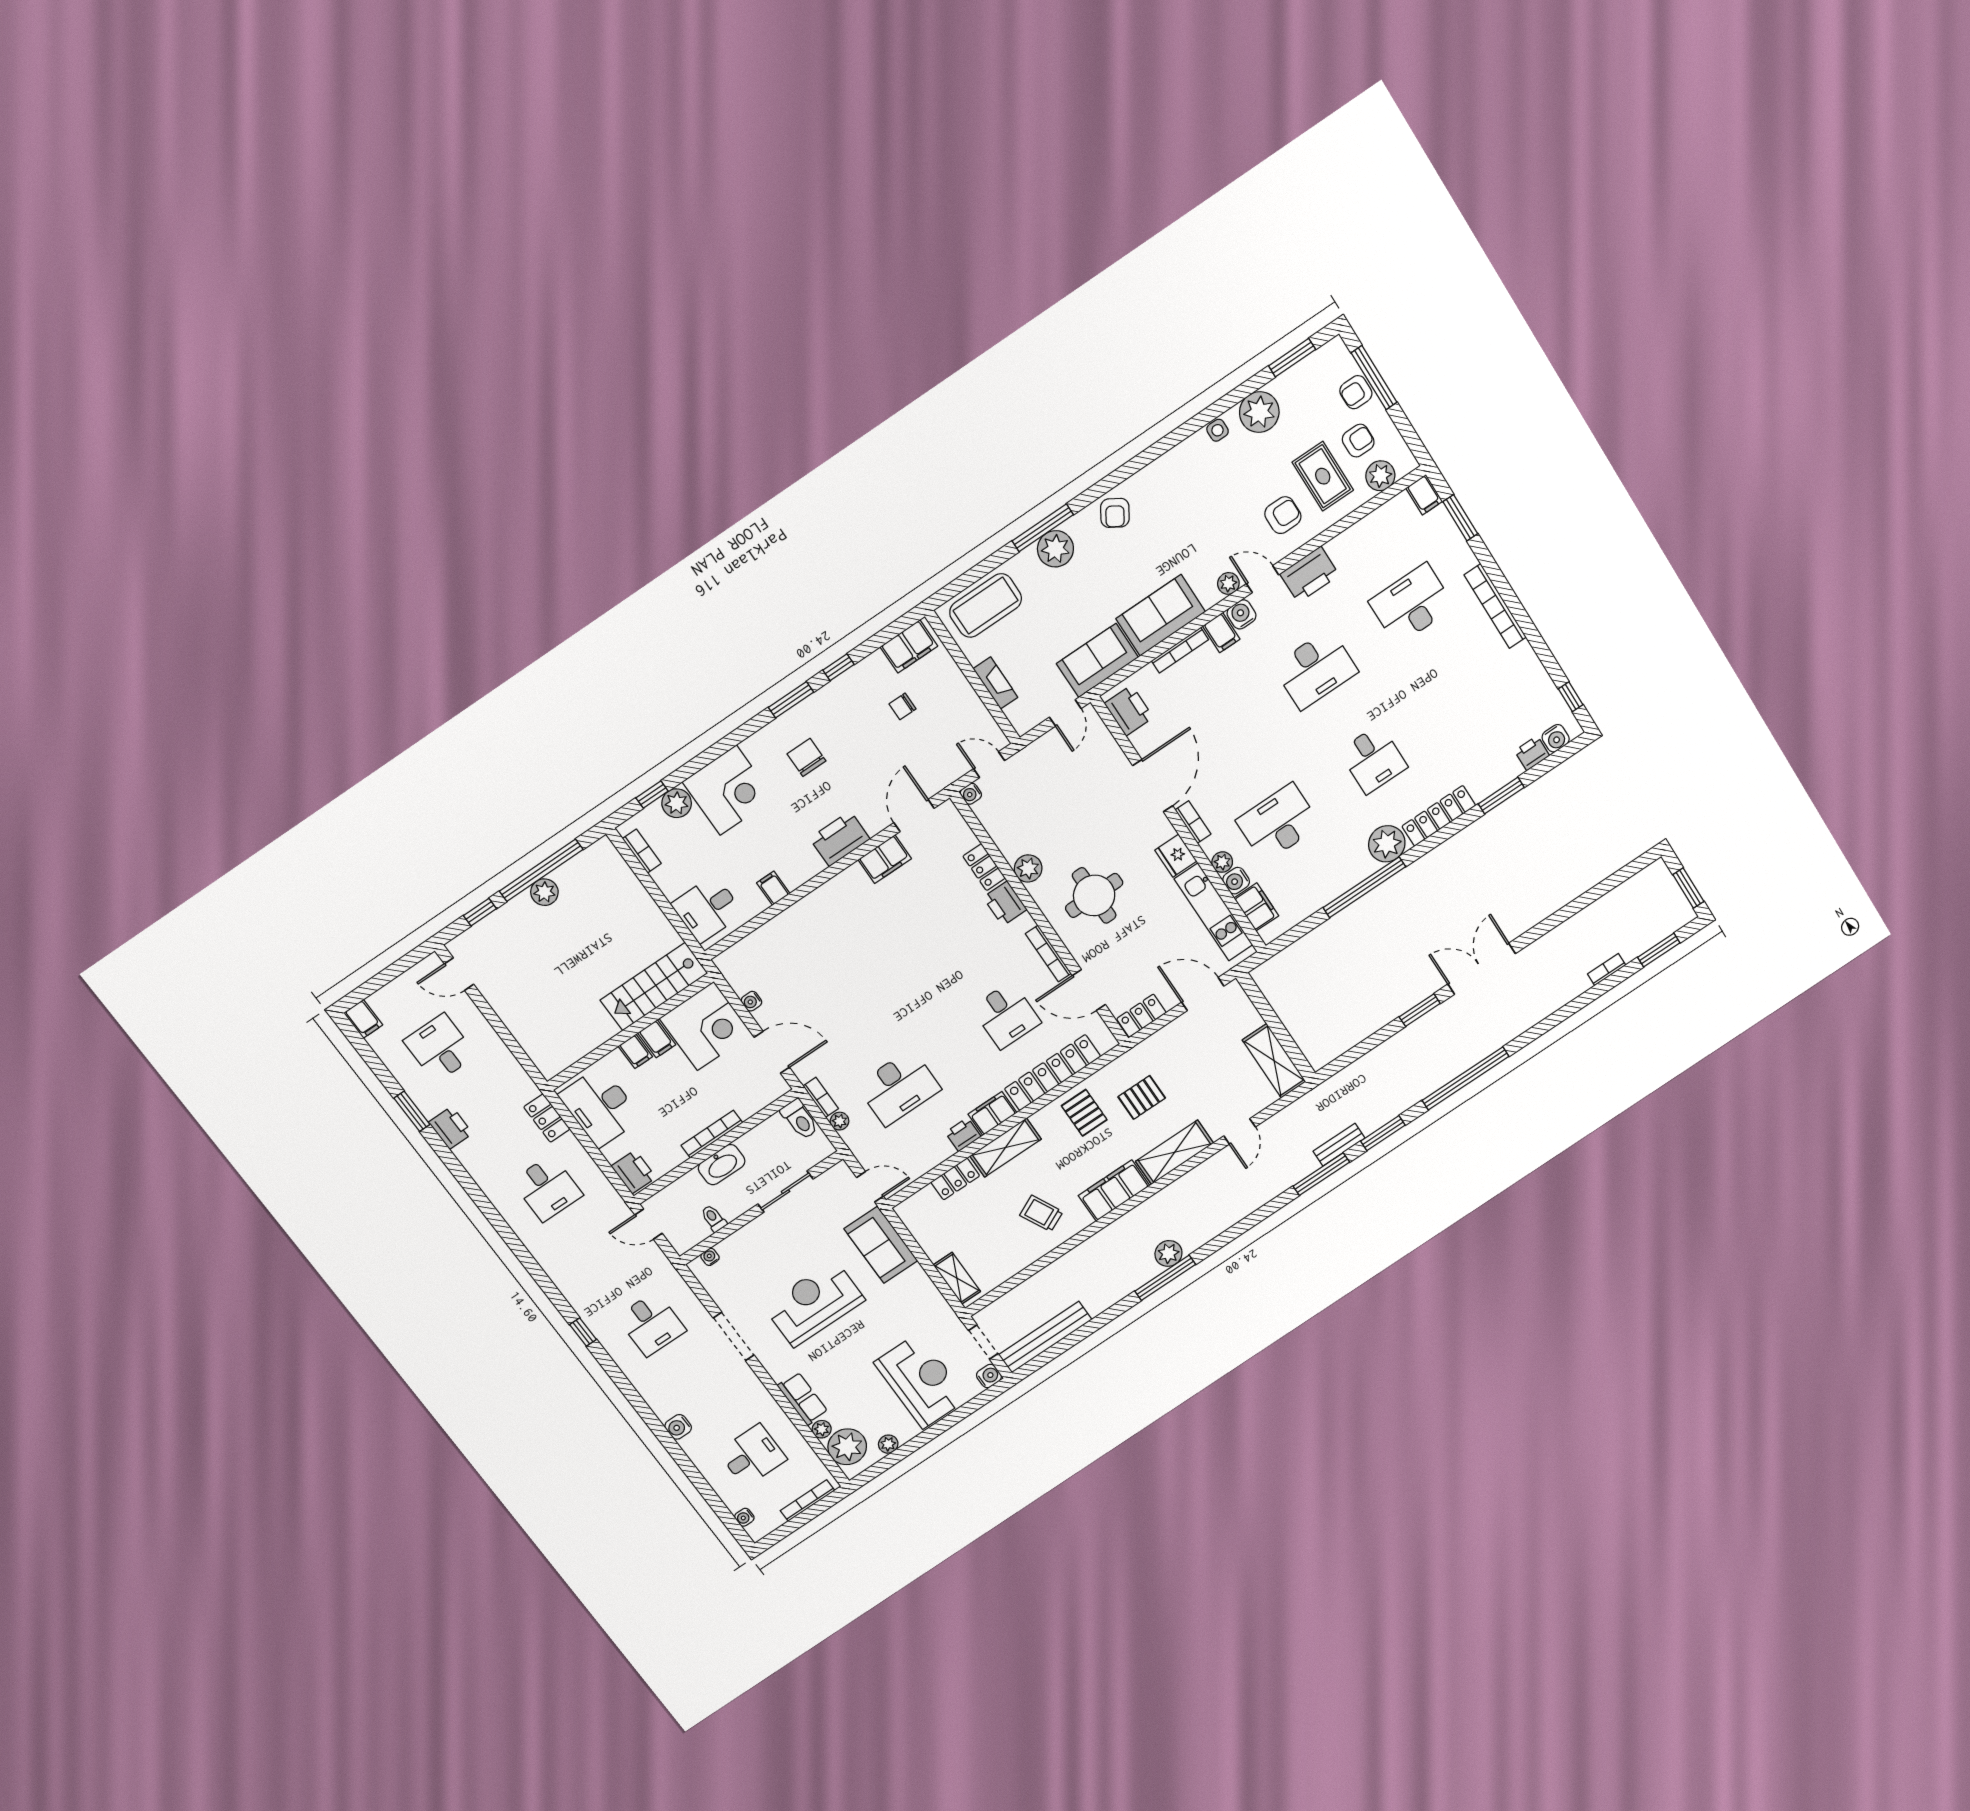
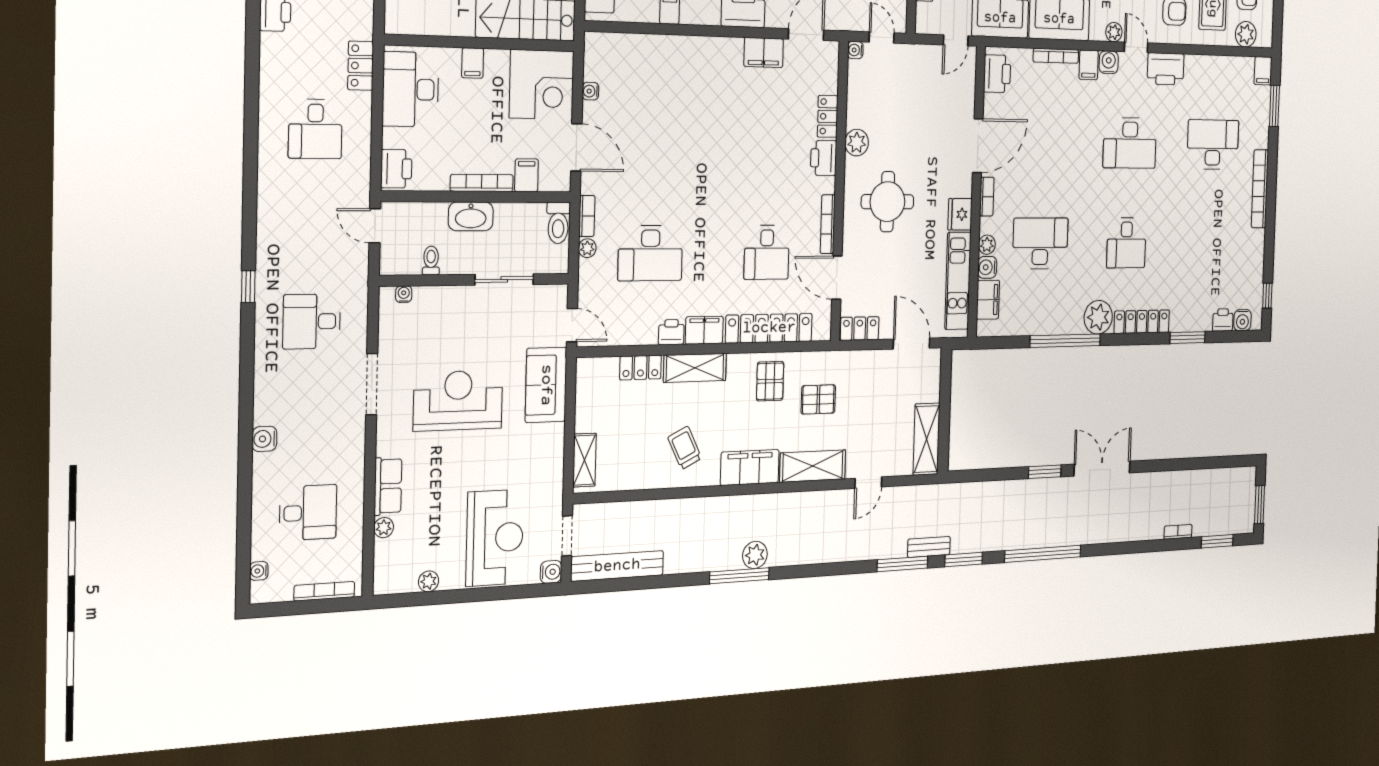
filing cabinet: (657, 1039) -> (526, 175), moved, turned 180
desk: (651, 1324) -> (312, 321), turned 90
plant: (847, 1447) -> (393, 560), removed

